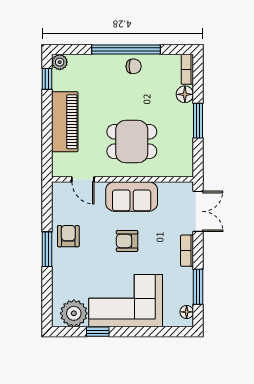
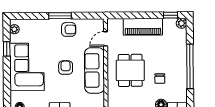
chair: (134, 66) -> (160, 79), moved
sofa: (132, 197) -> (95, 70), width x1.36
plant: (74, 313) -> (14, 29), width x0.53, depth x0.53

